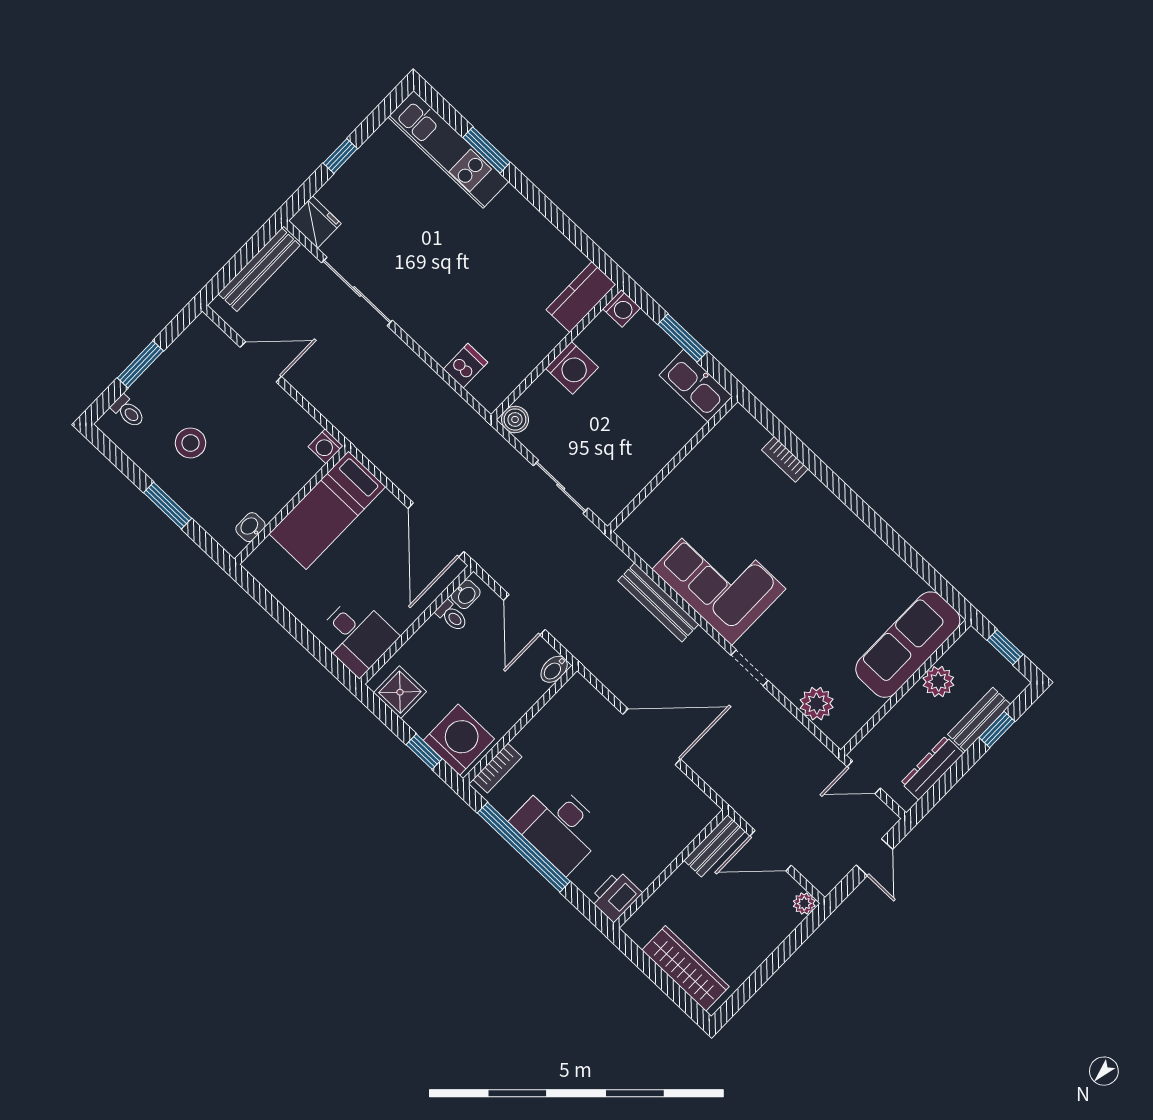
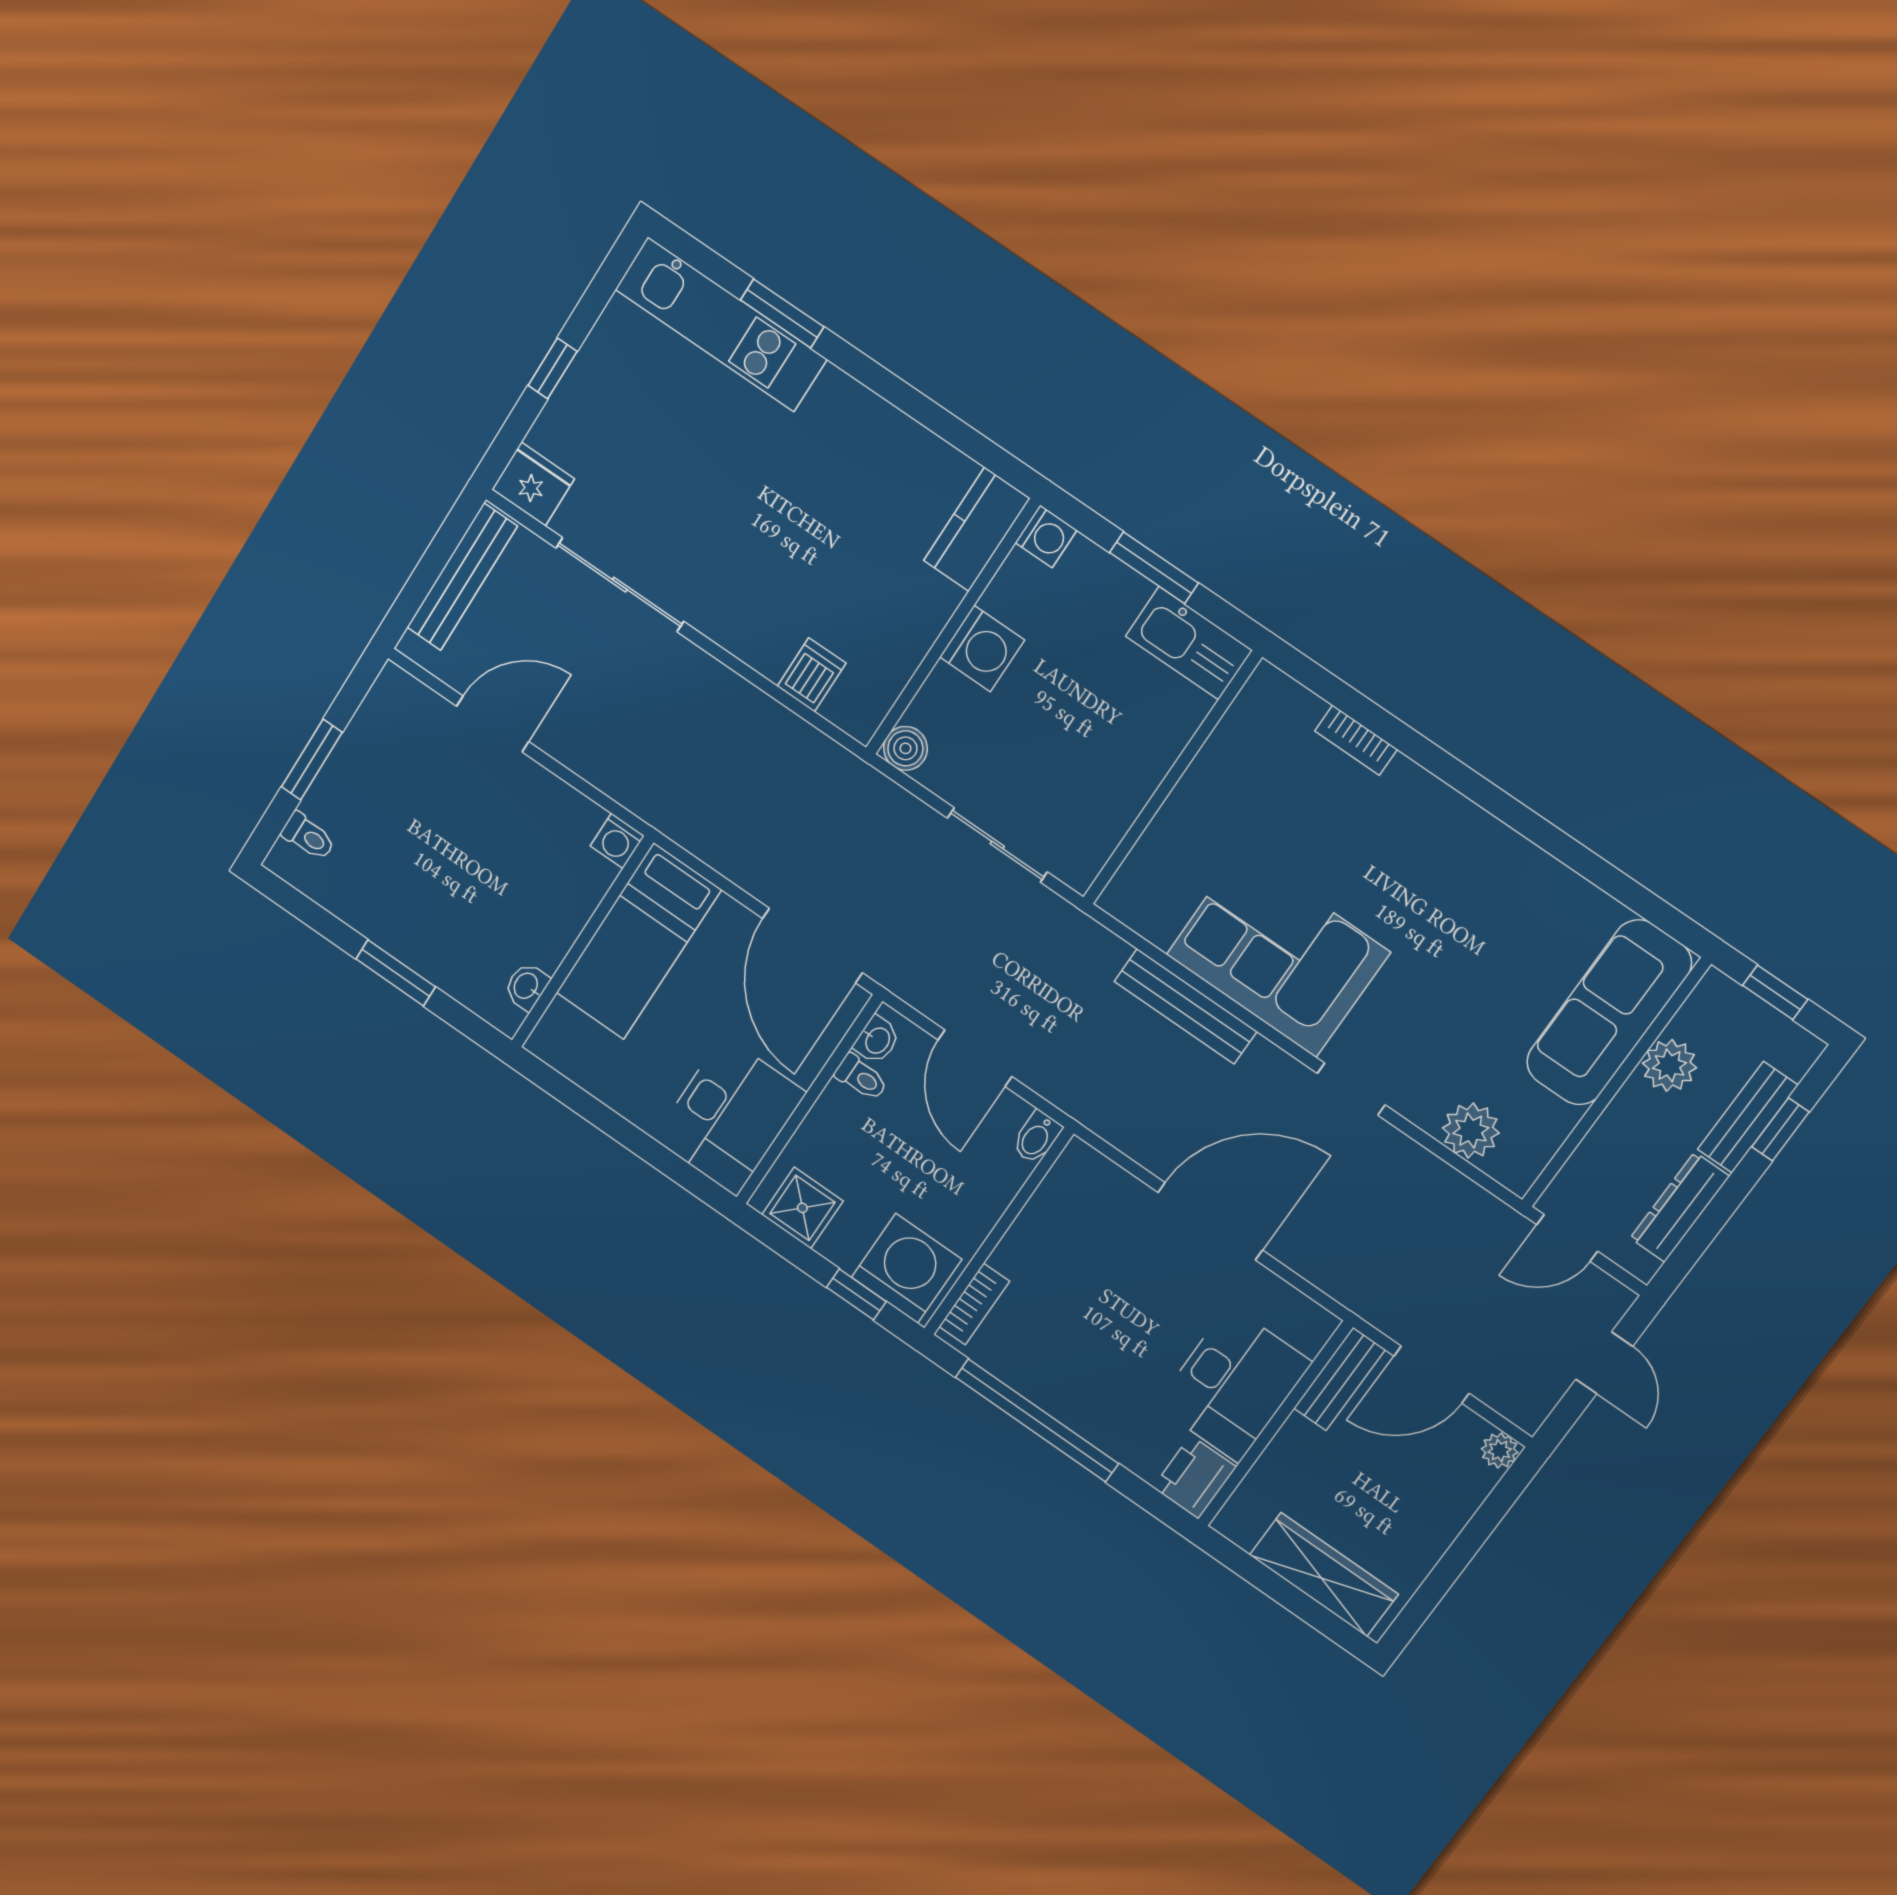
stool: (191, 443) -> (411, 870), removed
desk: (357, 636) -> (730, 1116), width x1.37
desk: (559, 827) -> (1234, 1384), moved, turned -90

